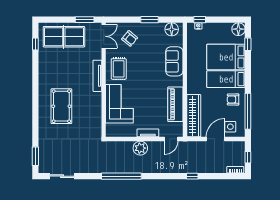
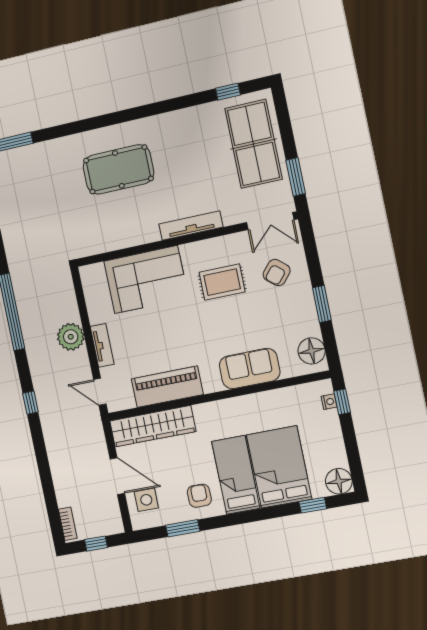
rug: (119, 69) -> (222, 282), moved
window: (248, 111) -> (183, 528), width x0.47
window: (192, 176) -> (30, 403), moved

